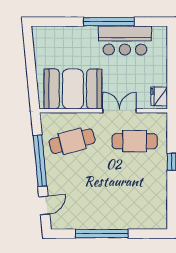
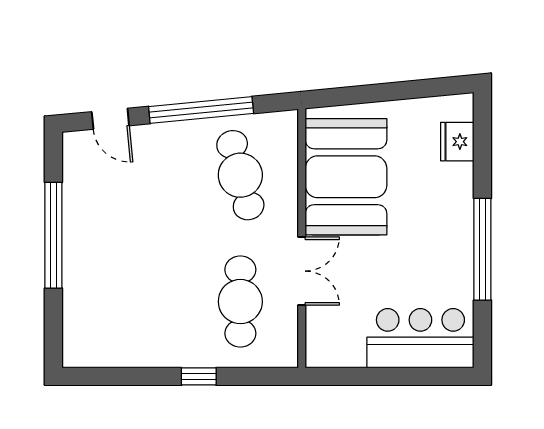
bar counter: (125, 40) -> (420, 338), moved, turned 90
fridge: (159, 96) -> (457, 142), moved, turned -90

